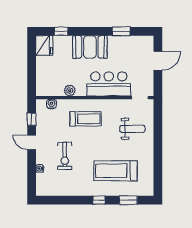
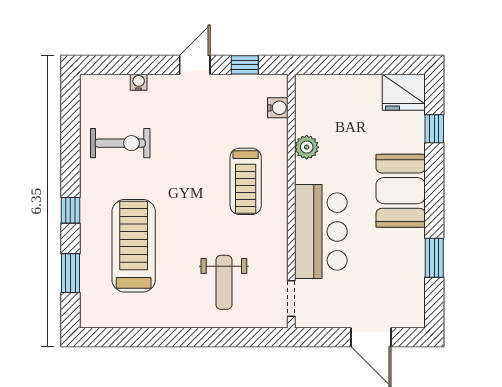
exercise bike: (65, 156) -> (120, 143), moved, turned 180

